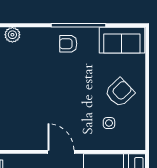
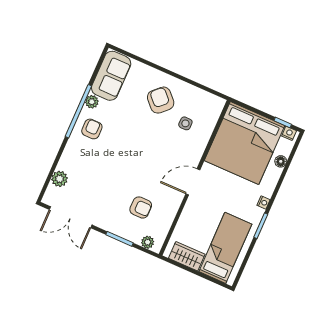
plant: (92, 33) -> (92, 102), added
armchair: (68, 44) -> (92, 129), turned 180
armchair: (19, 116) -> (141, 207), added

